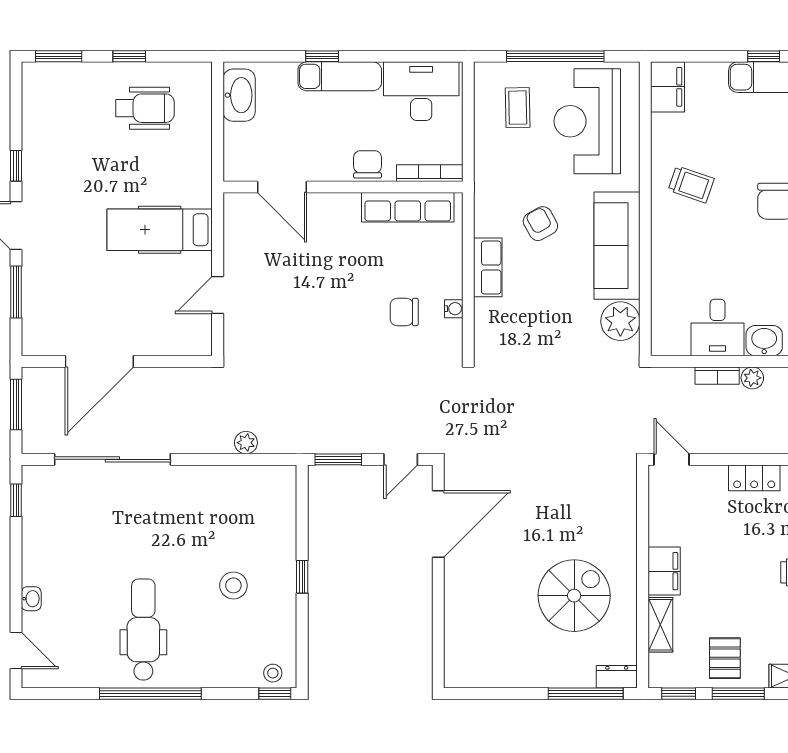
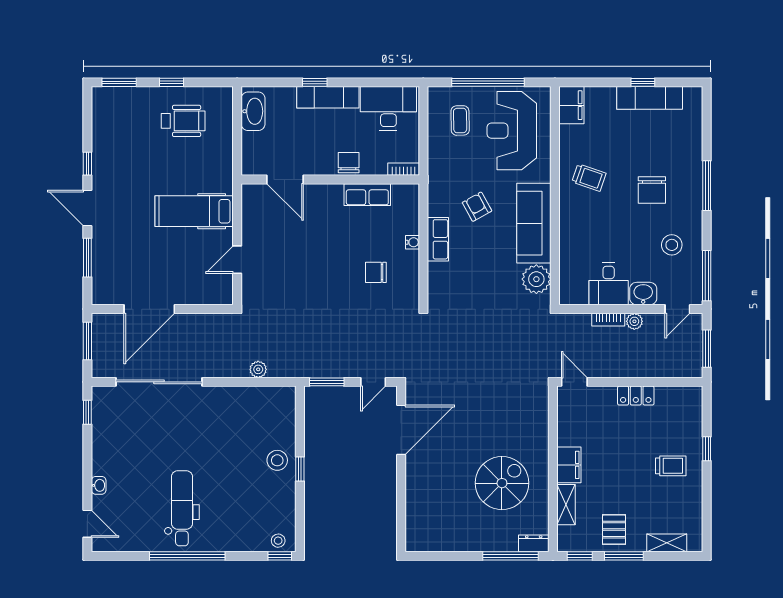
bookcase: (430, 173) -> (404, 169), width x0.64
row of seats: (408, 207) -> (367, 195), width x0.68
water cooler: (454, 309) -> (413, 242), moved
stool: (233, 585) -> (277, 460), moved

